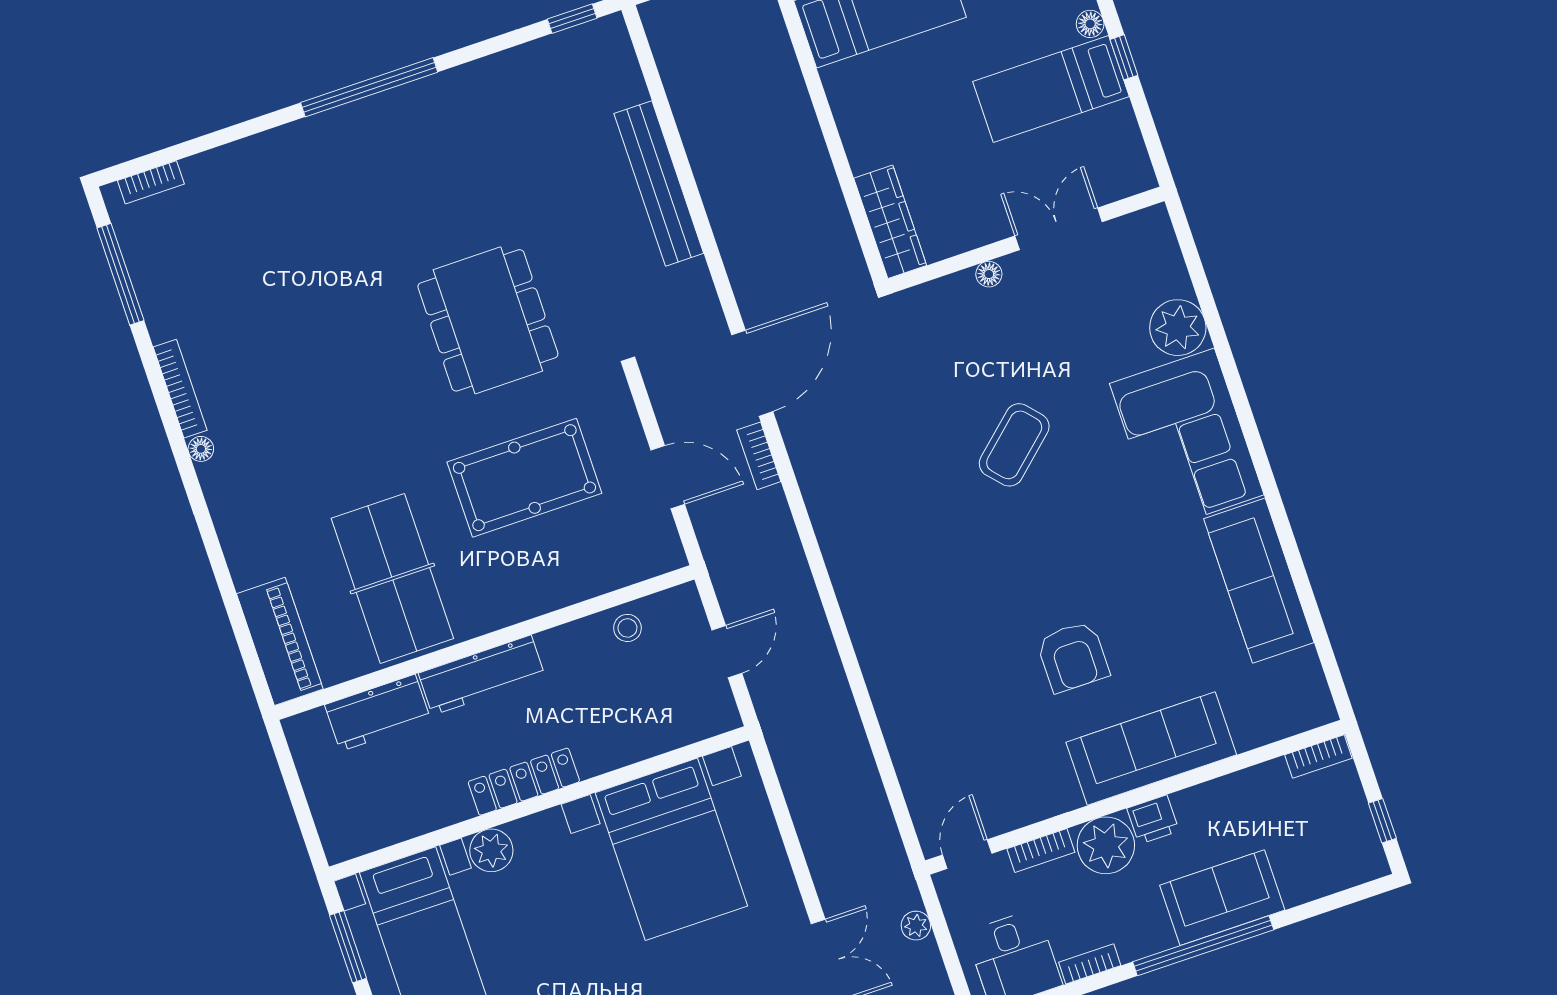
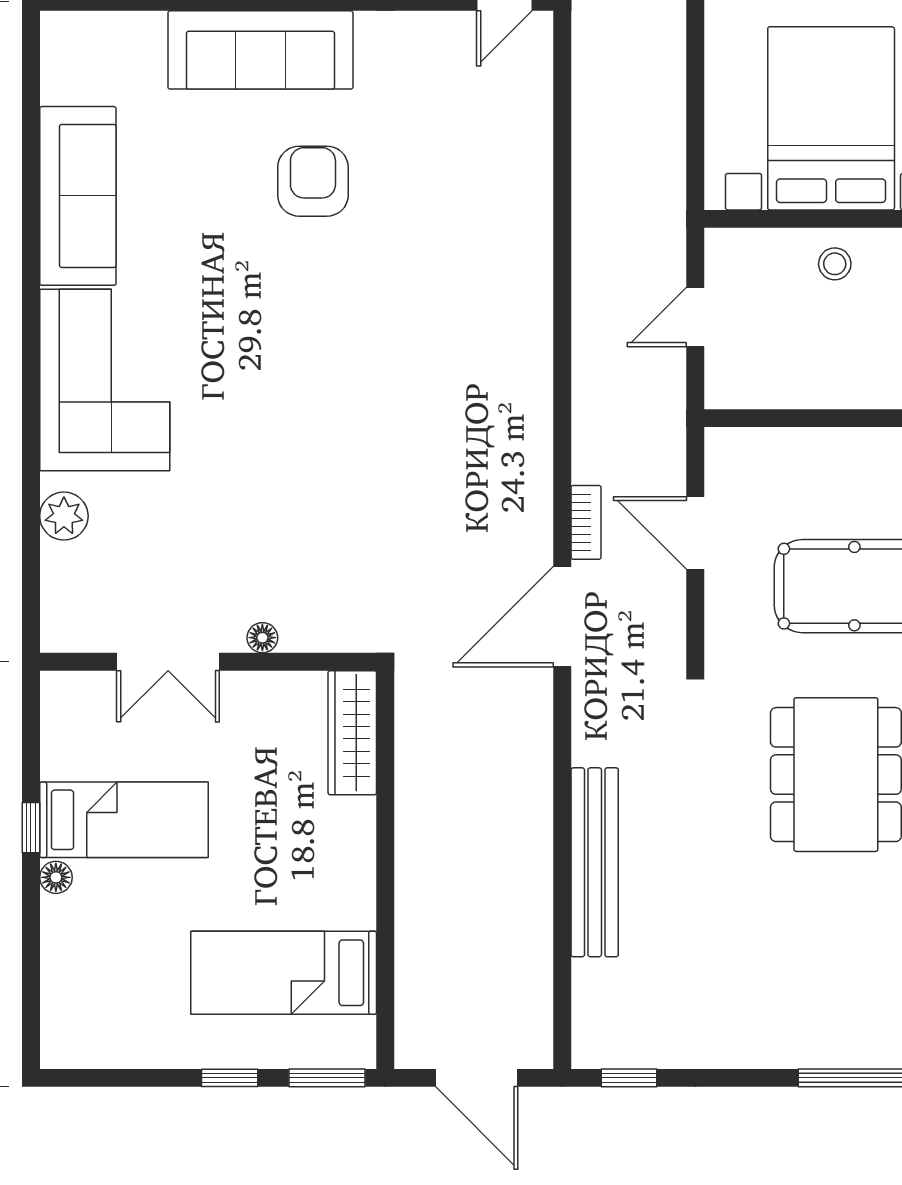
plant: (1178, 328) -> (64, 516), width x0.73, depth x0.73
coffee table: (1014, 445) -> (298, 439), removed
stool: (627, 628) -> (835, 264), moved

